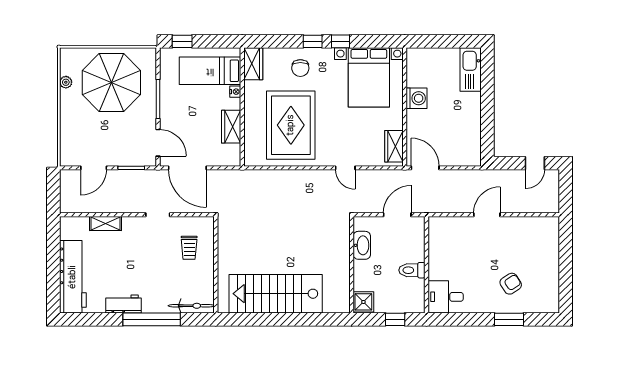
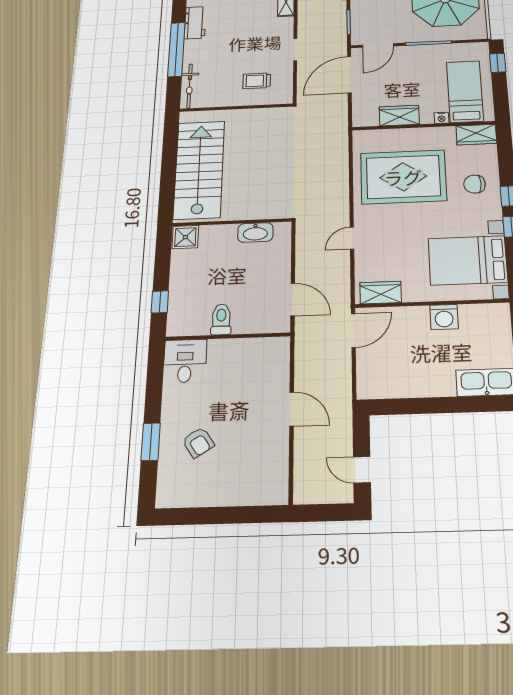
washbasin: (362, 245) -> (255, 233), moved
wall: (352, 265) -> (232, 222), moved
shower: (363, 302) -> (185, 237), moved

